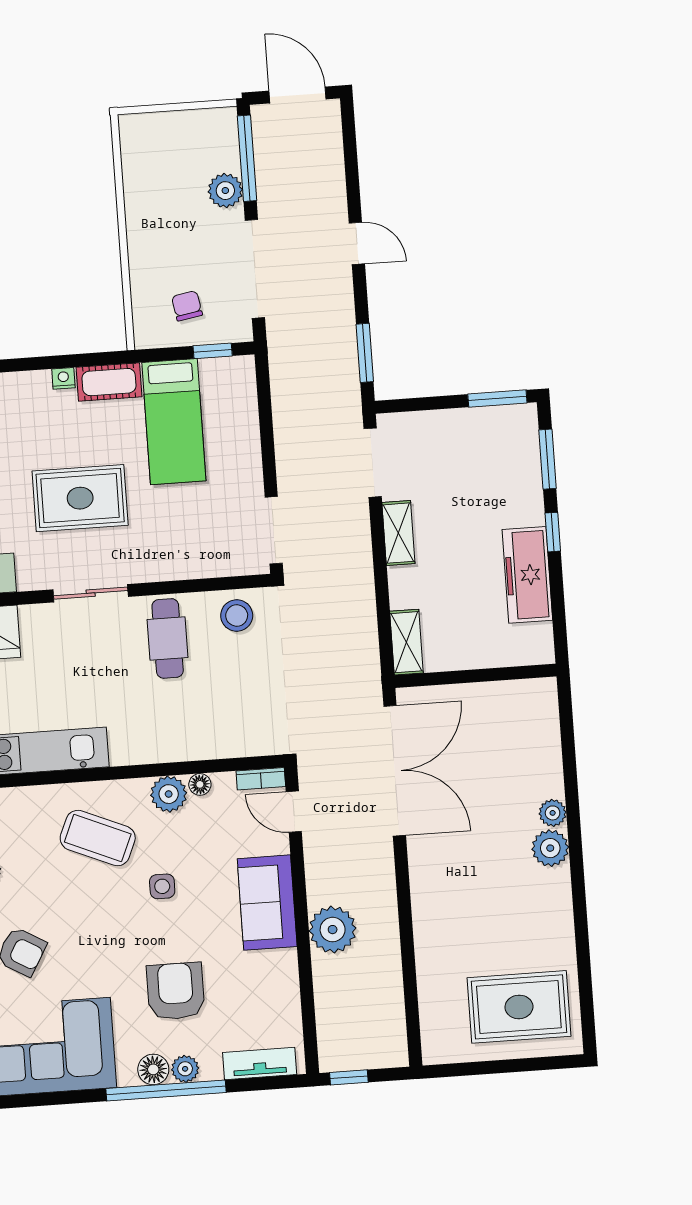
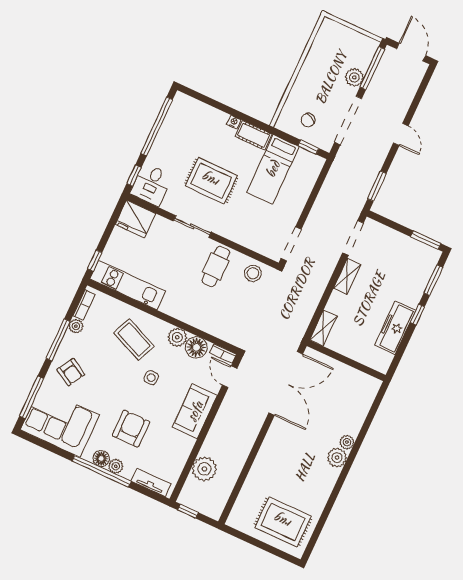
chair: (187, 306) -> (308, 120), turned -143
floor lamp: (200, 784) -> (196, 347), width x1.89, depth x1.89
plant: (333, 930) -> (204, 469), moved

